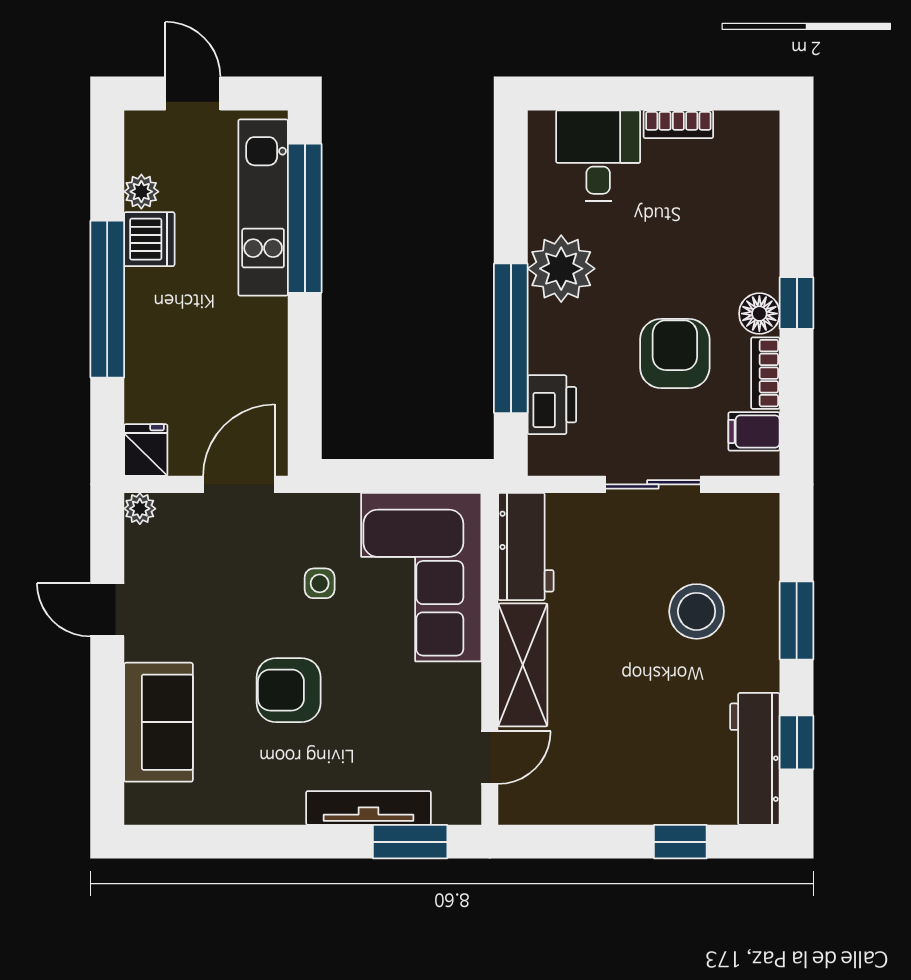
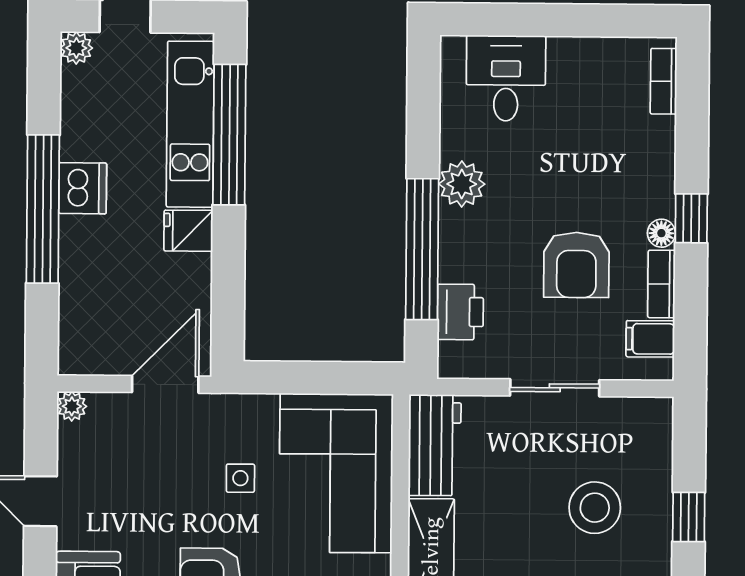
bookcase: (678, 124) -> (664, 81), moved, turned 90
plant: (141, 192) -> (76, 48), moved
dishwasher: (149, 239) -> (83, 188), moved
plant: (561, 269) -> (462, 184), width x0.73, depth x0.73
floor lamp: (759, 314) -> (661, 233), width x0.73, depth x0.73
armchair: (675, 354) -> (576, 265), turned 180
fridge: (146, 450) -> (188, 231), moved, turned -90
window: (797, 620) -> (689, 517), width x0.67

